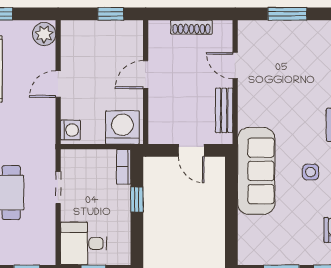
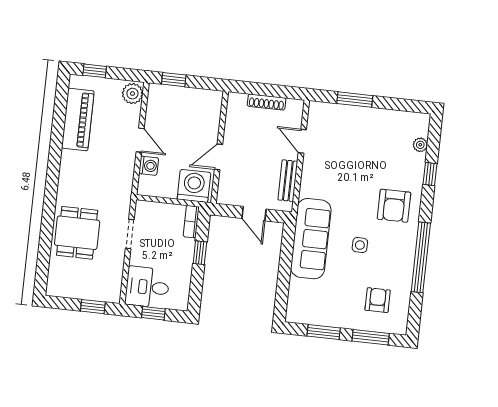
window: (111, 14) -> (174, 80), moved
door: (146, 75) -> (218, 157), moved
door: (58, 84) -> (140, 140), swing flipped
washing machine: (70, 130) -> (149, 166), moved

